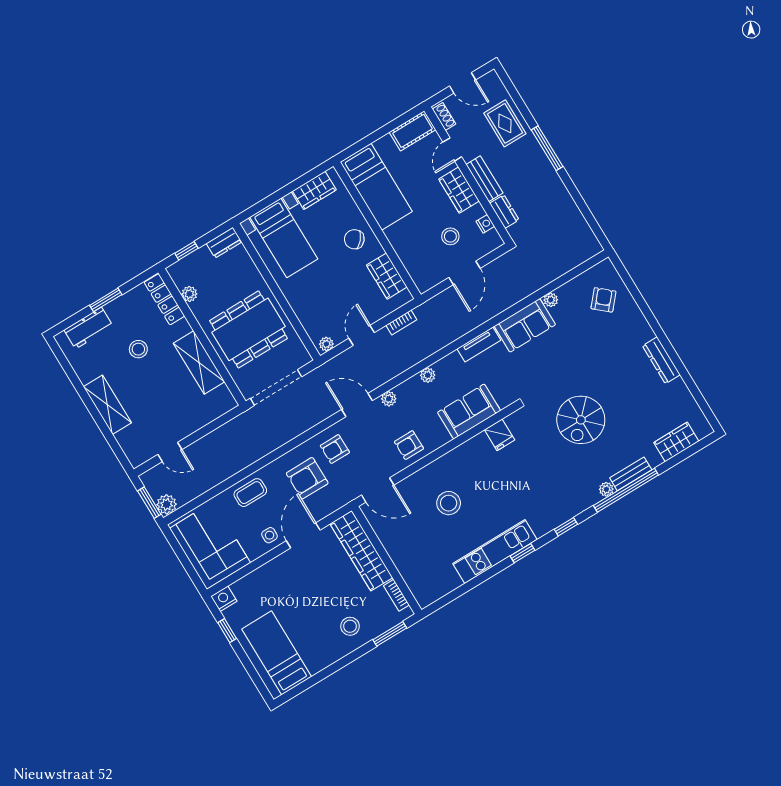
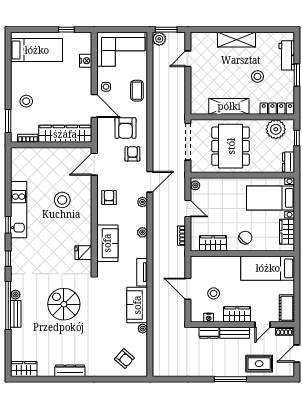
door: (452, 149) -> (262, 325), swing flipped
plant: (189, 294) -> (276, 129), width x1.88, depth x1.88
wardrobe: (676, 442) -> (24, 369), moved, turned -90
armchair: (307, 478) -> (125, 128), turned 180
nightstand: (224, 599) -> (86, 61), moved

